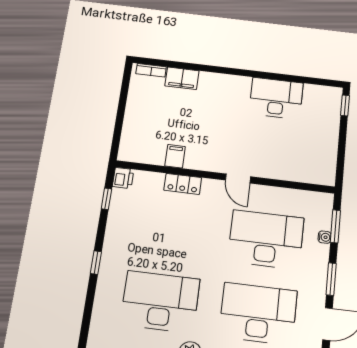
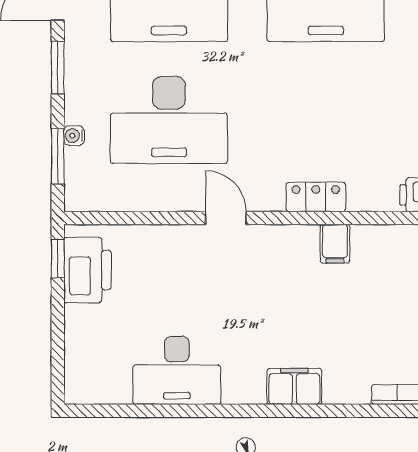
filing cabinet: (182, 78) -> (294, 386), moved
window: (345, 106) -> (58, 258), moved
printer: (323, 159) -> (87, 270), added

